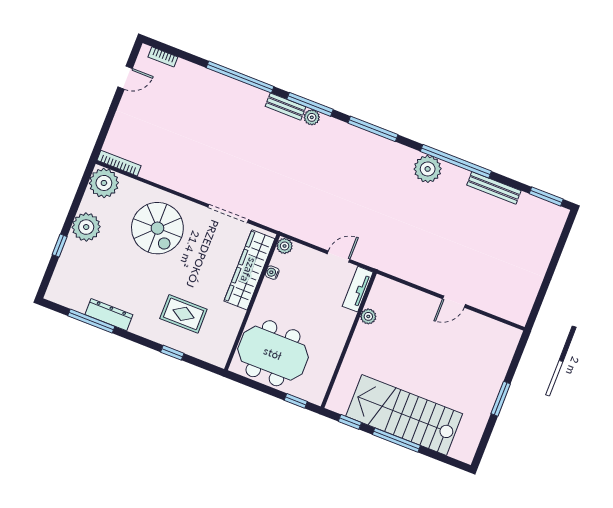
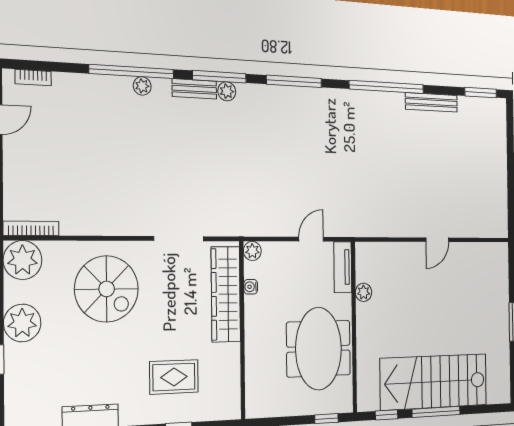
plant: (428, 169) -> (142, 86), moved, width x0.53, depth x0.53
meeting table: (273, 353) -> (319, 349), moved, turned 90

